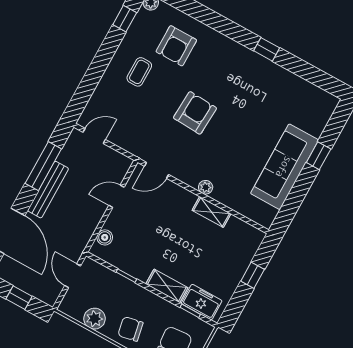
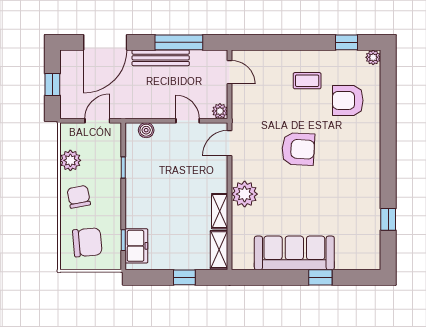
window: (267, 49) -> (388, 219), moved
plant: (124, 163) -> (220, 111), added
door: (157, 170) -> (230, 143), hinge flipped
plant: (206, 187) -> (245, 194), width x1.87, depth x1.87
shelving: (167, 286) -> (219, 250), moved

